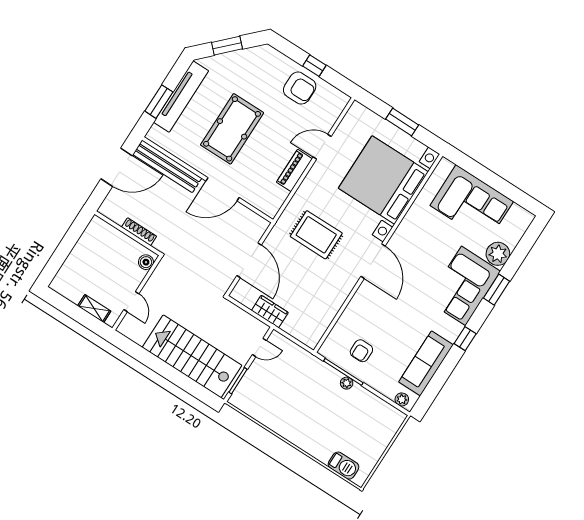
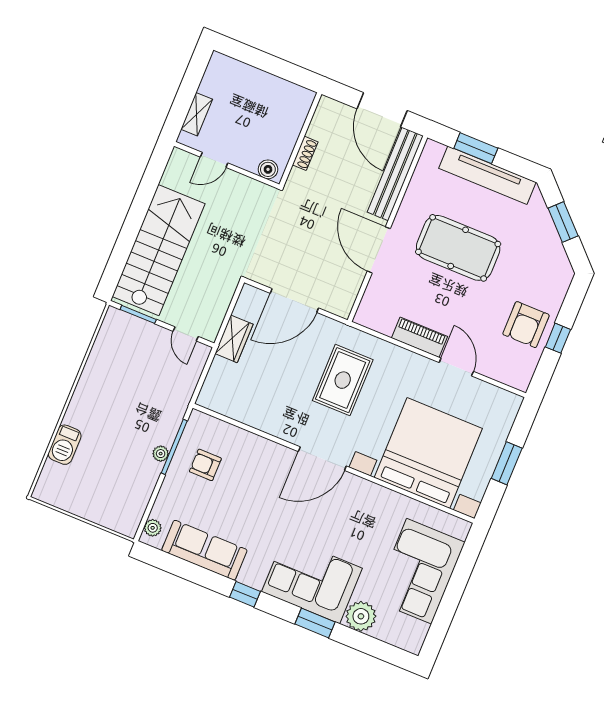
shoe rack: (139, 232) -> (305, 153), width x0.70
barbecue: (344, 466) -> (65, 445), moved

